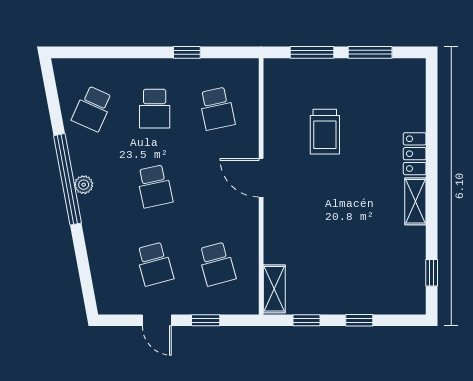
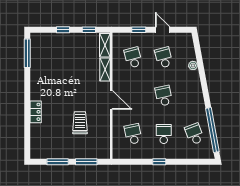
window: (187, 52) -> (159, 162), moved
school desk: (92, 109) -> (194, 134), turned -45
window: (67, 179) -> (212, 130), moved
plant: (84, 185) -> (193, 65), moved
shelving: (415, 201) -> (105, 70), moved
window: (432, 273) -> (27, 53), width x2.17

